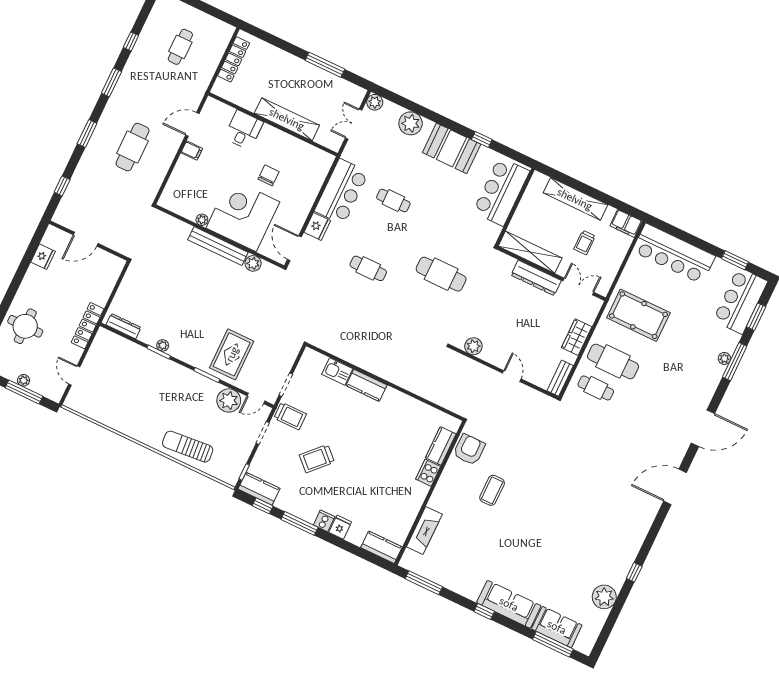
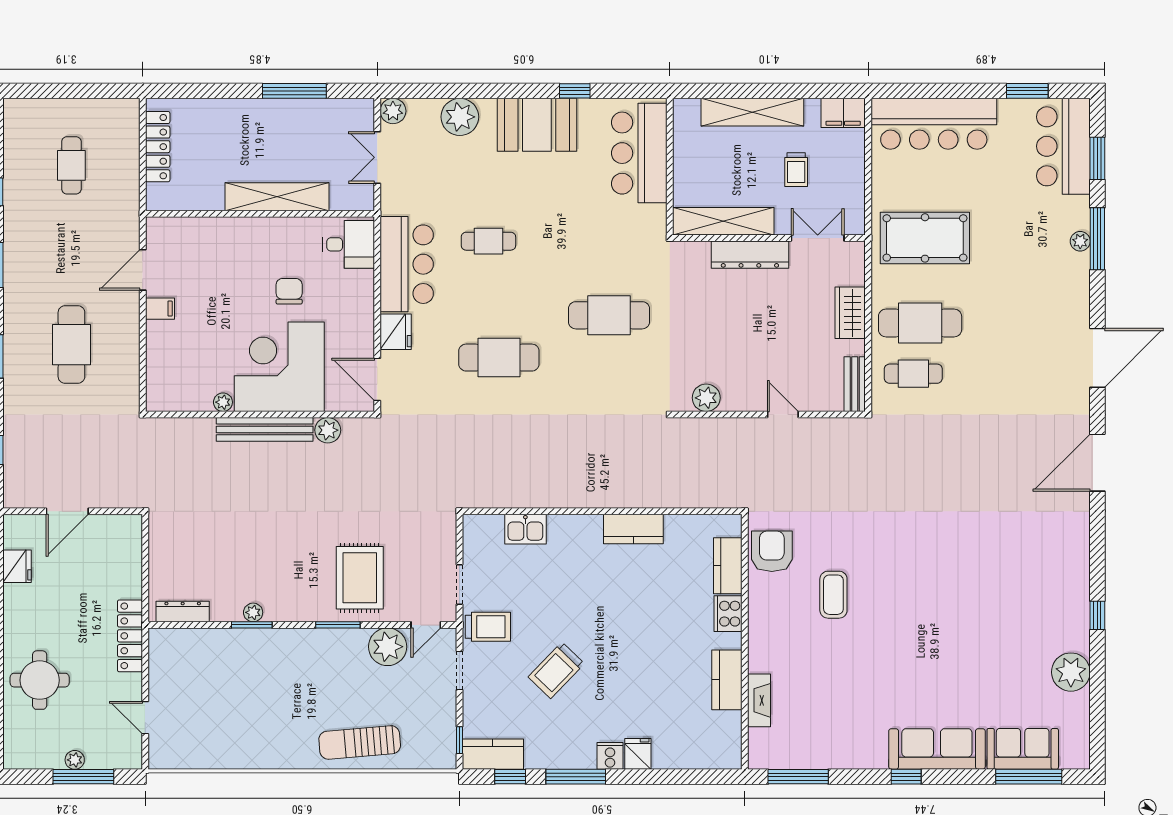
desk: (244, 130) -> (349, 244), moved, turned 90
cafe table: (368, 268) -> (499, 358), width x1.37, depth x1.35
kitchen counter: (367, 385) -> (633, 529), moved
fireplace: (424, 531) -> (759, 700), width x0.73, depth x0.76
kitchen counter: (381, 547) -> (727, 680), moved, turned -90

